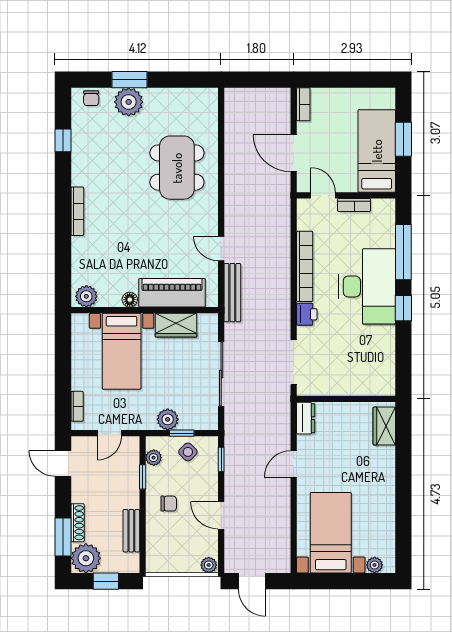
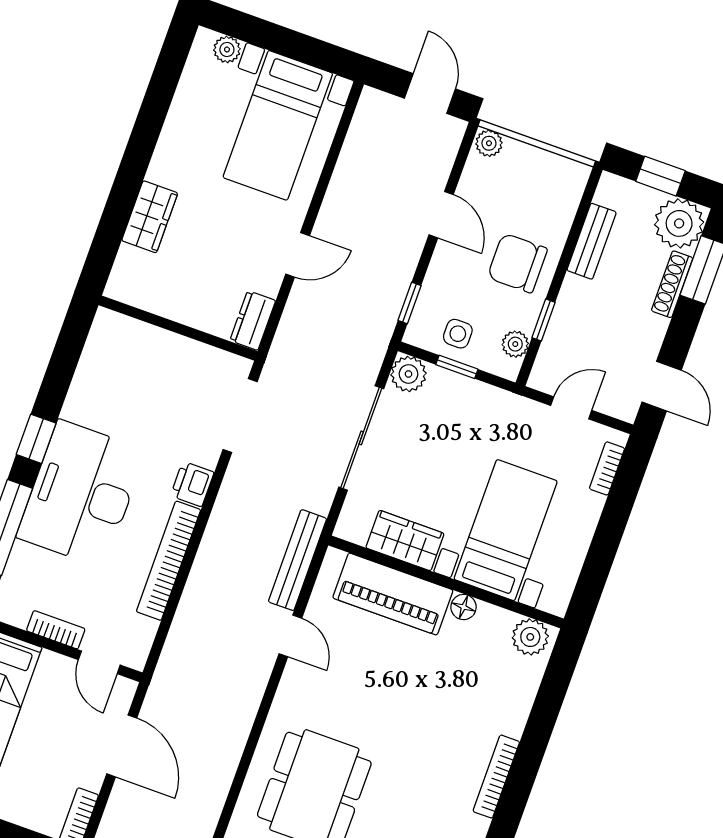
plant: (168, 419) -> (409, 374), moved
wardrobe: (384, 426) -> (150, 217), moved
side table: (188, 452) -> (458, 334), turned 45
chair: (169, 504) -> (517, 263), width x1.87, depth x1.87

